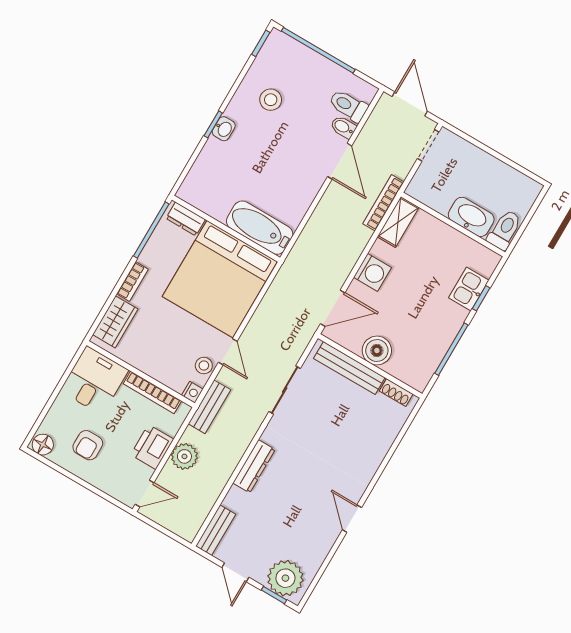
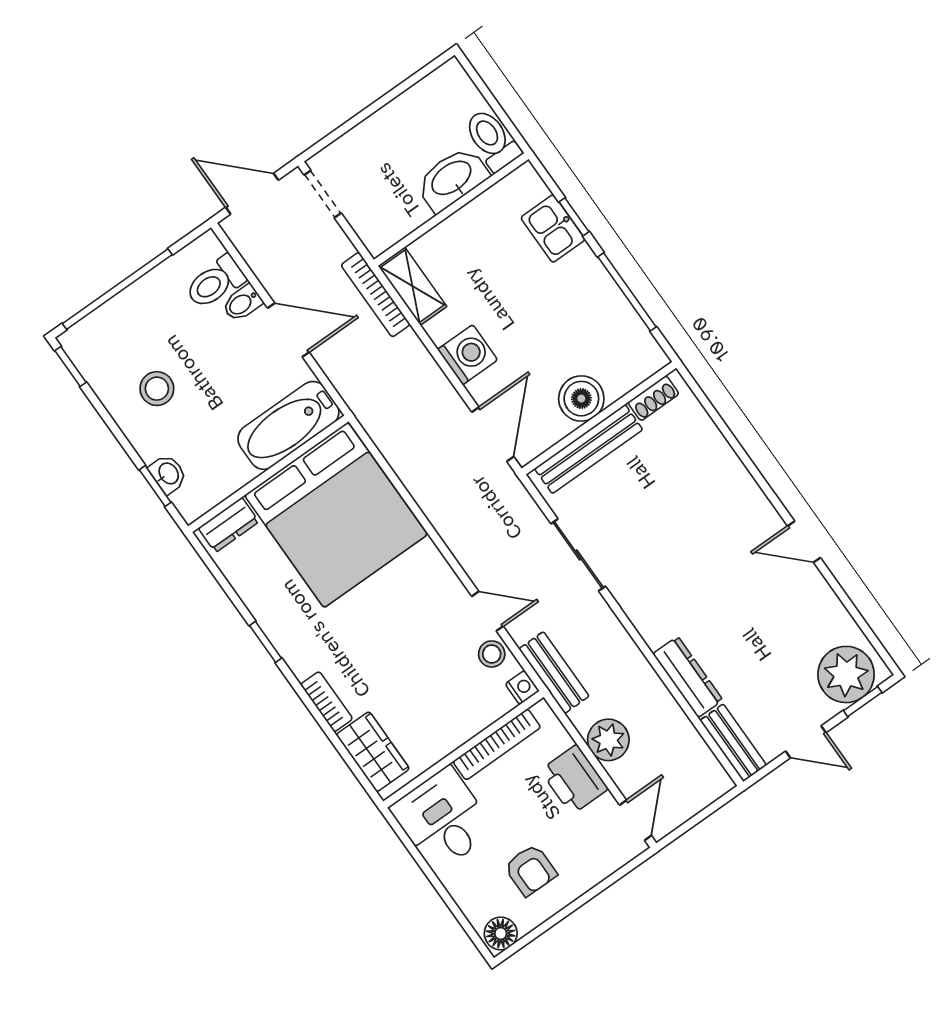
dresser: (186, 219) -> (229, 525), moved
bathtub: (260, 228) -> (288, 425), moved
wall: (226, 229) -> (268, 474), moved
window: (151, 230) -> (265, 642), width x0.46
bed: (220, 279) -> (336, 515), moved
dresser: (254, 466) -> (688, 677), moved

